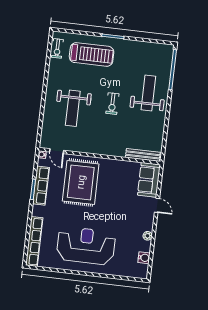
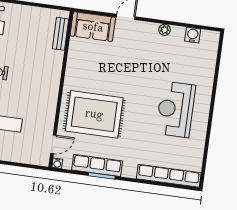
bench: (143, 155) -> (61, 34), width x0.73
reception desk: (86, 246) -> (176, 109), width x0.74, depth x0.77

